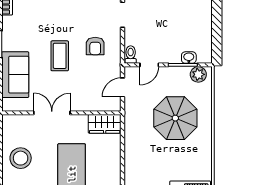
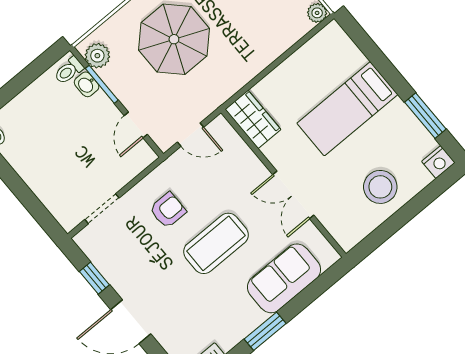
toilet: (131, 55) -> (69, 71), moved
coffee table: (60, 56) -> (216, 243), width x1.36, depth x1.32
door: (149, 65) -> (136, 125), swing flipped

